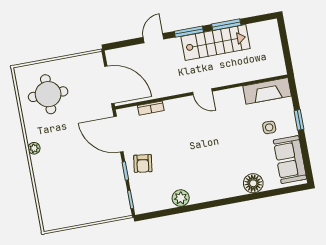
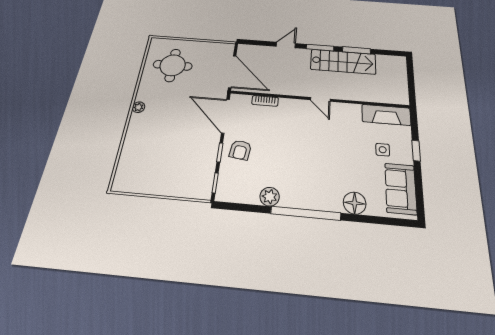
window: (214, 204) -> (306, 213), added

